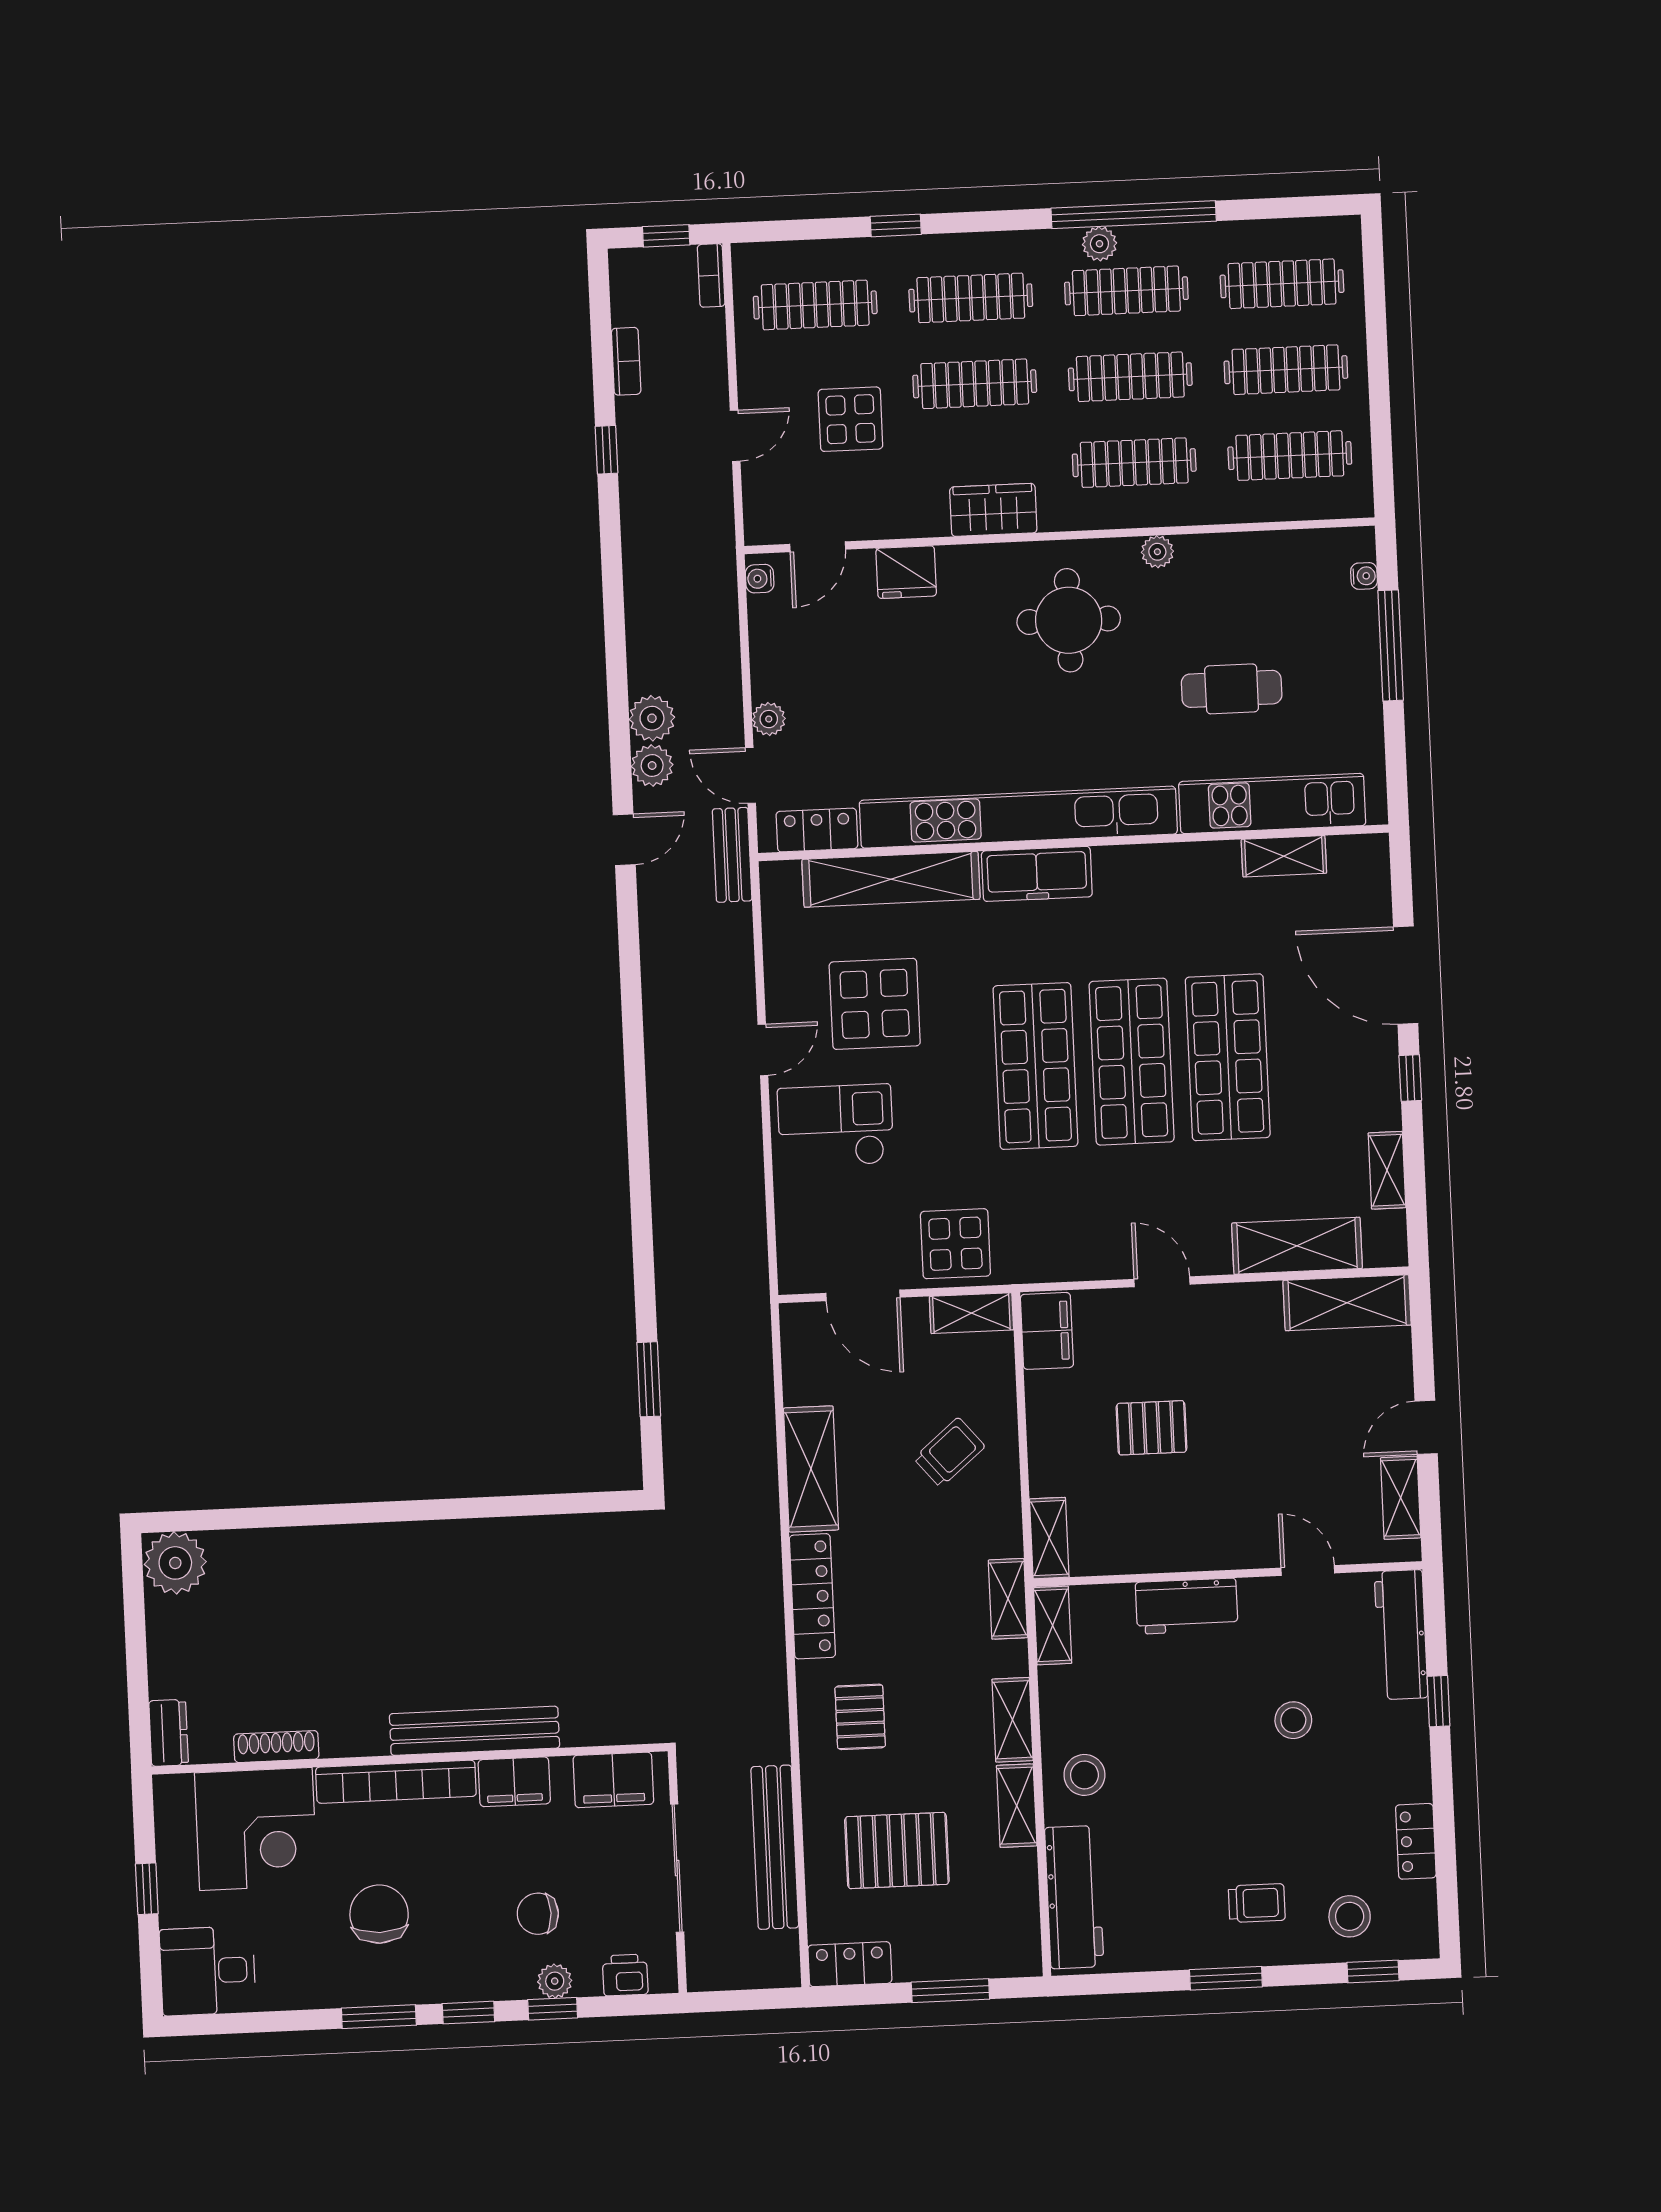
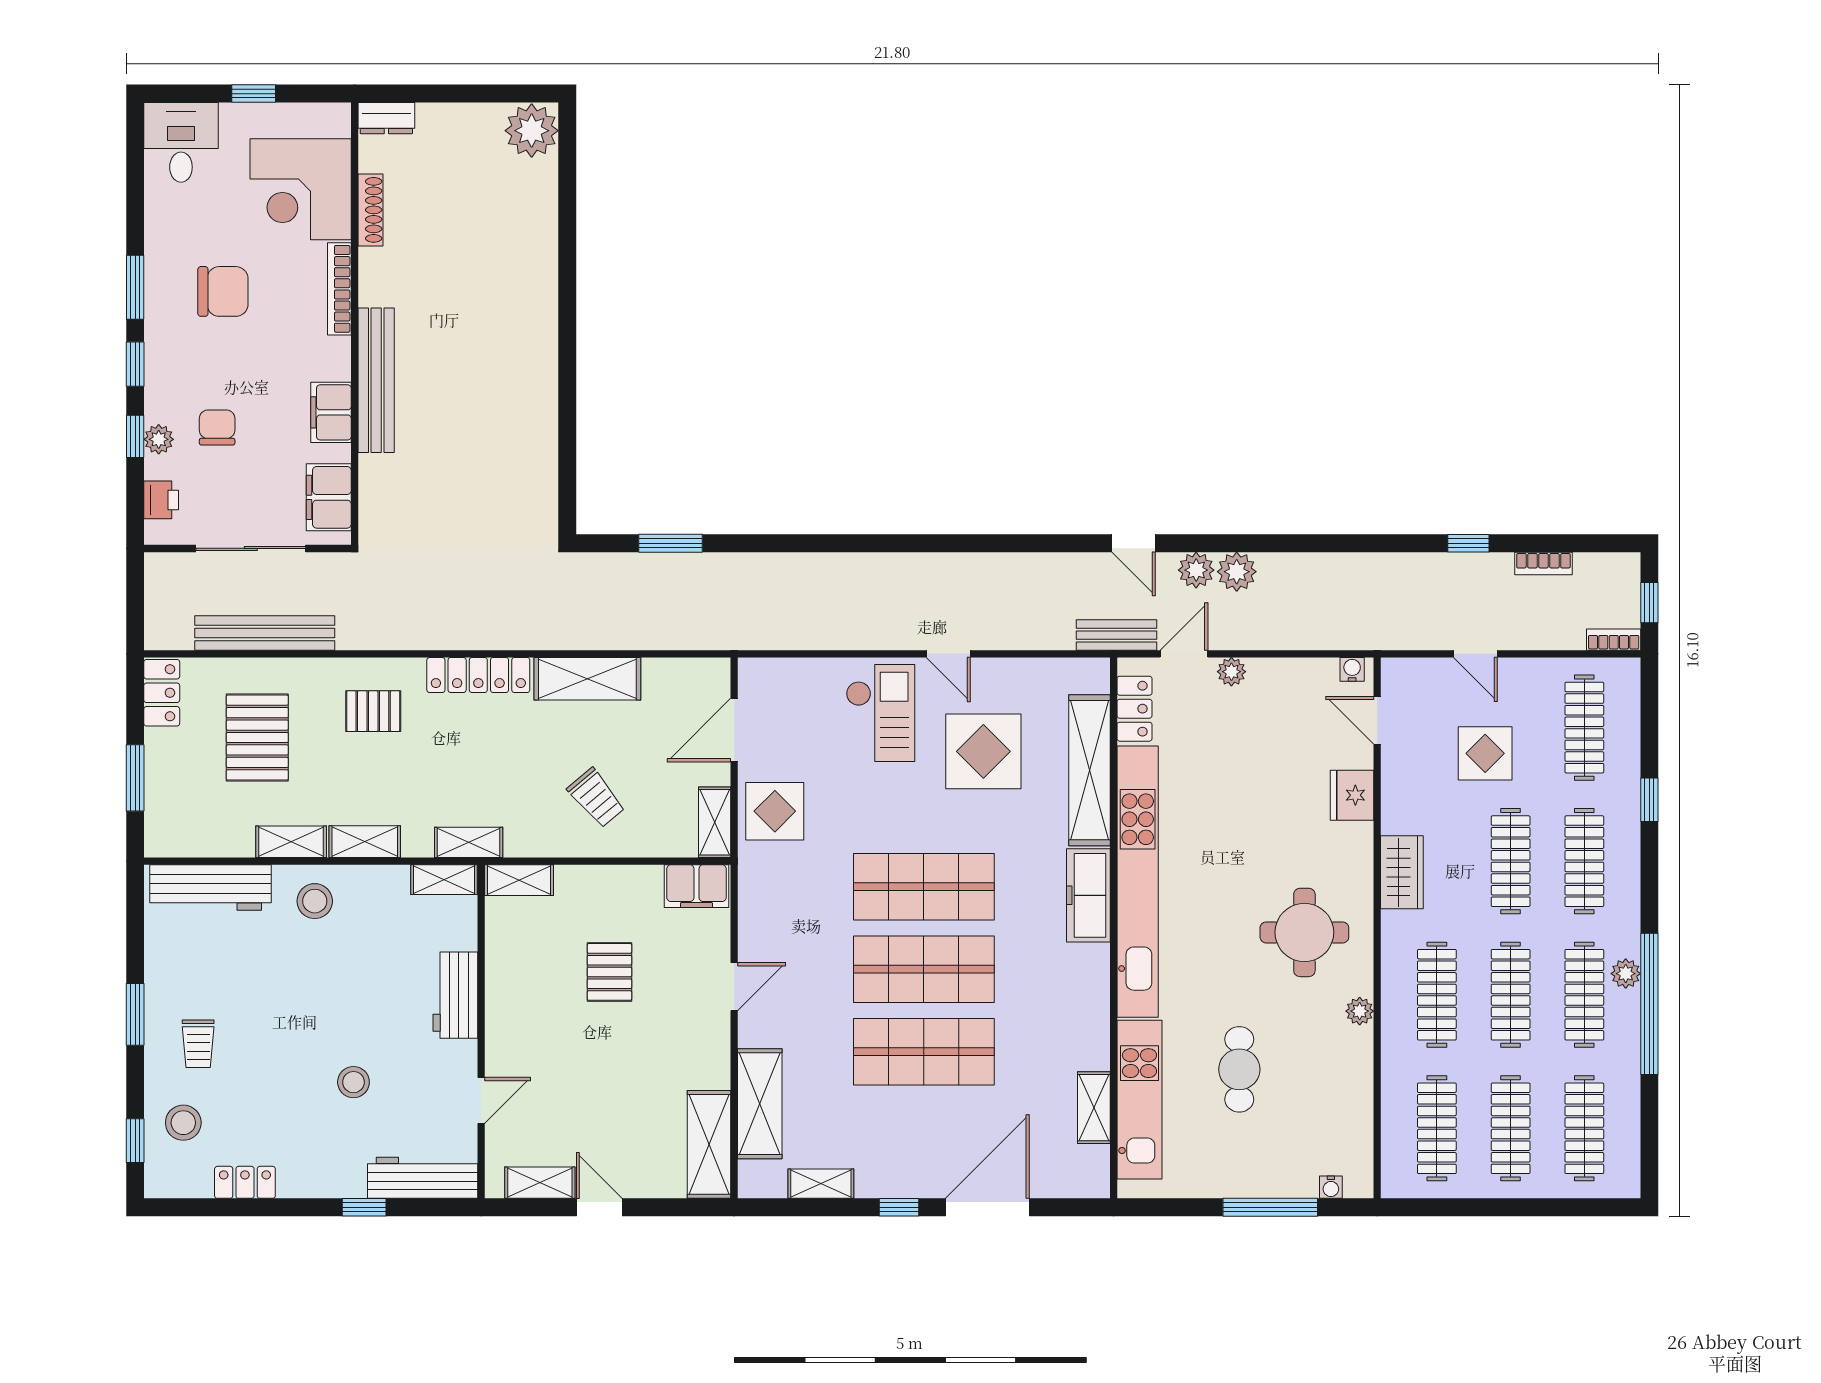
bookcase: (396, 1782) -> (339, 289), width x0.68, depth x0.76

